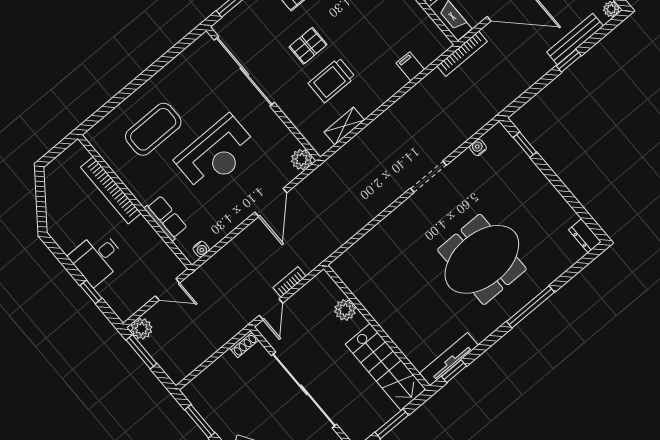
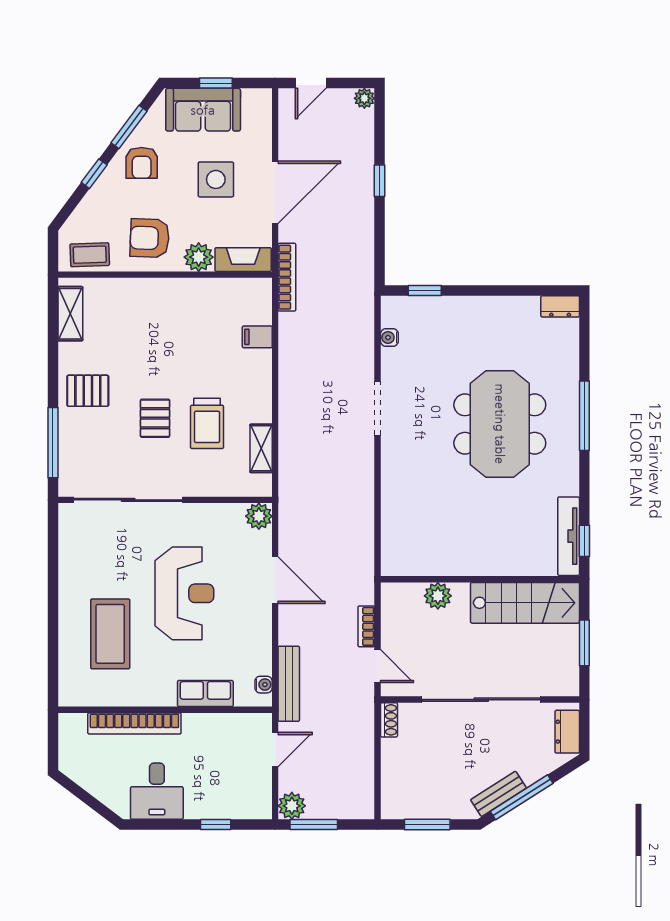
bench: (575, 39) -> (289, 684), moved
desk: (97, 258) -> (157, 791), moved

